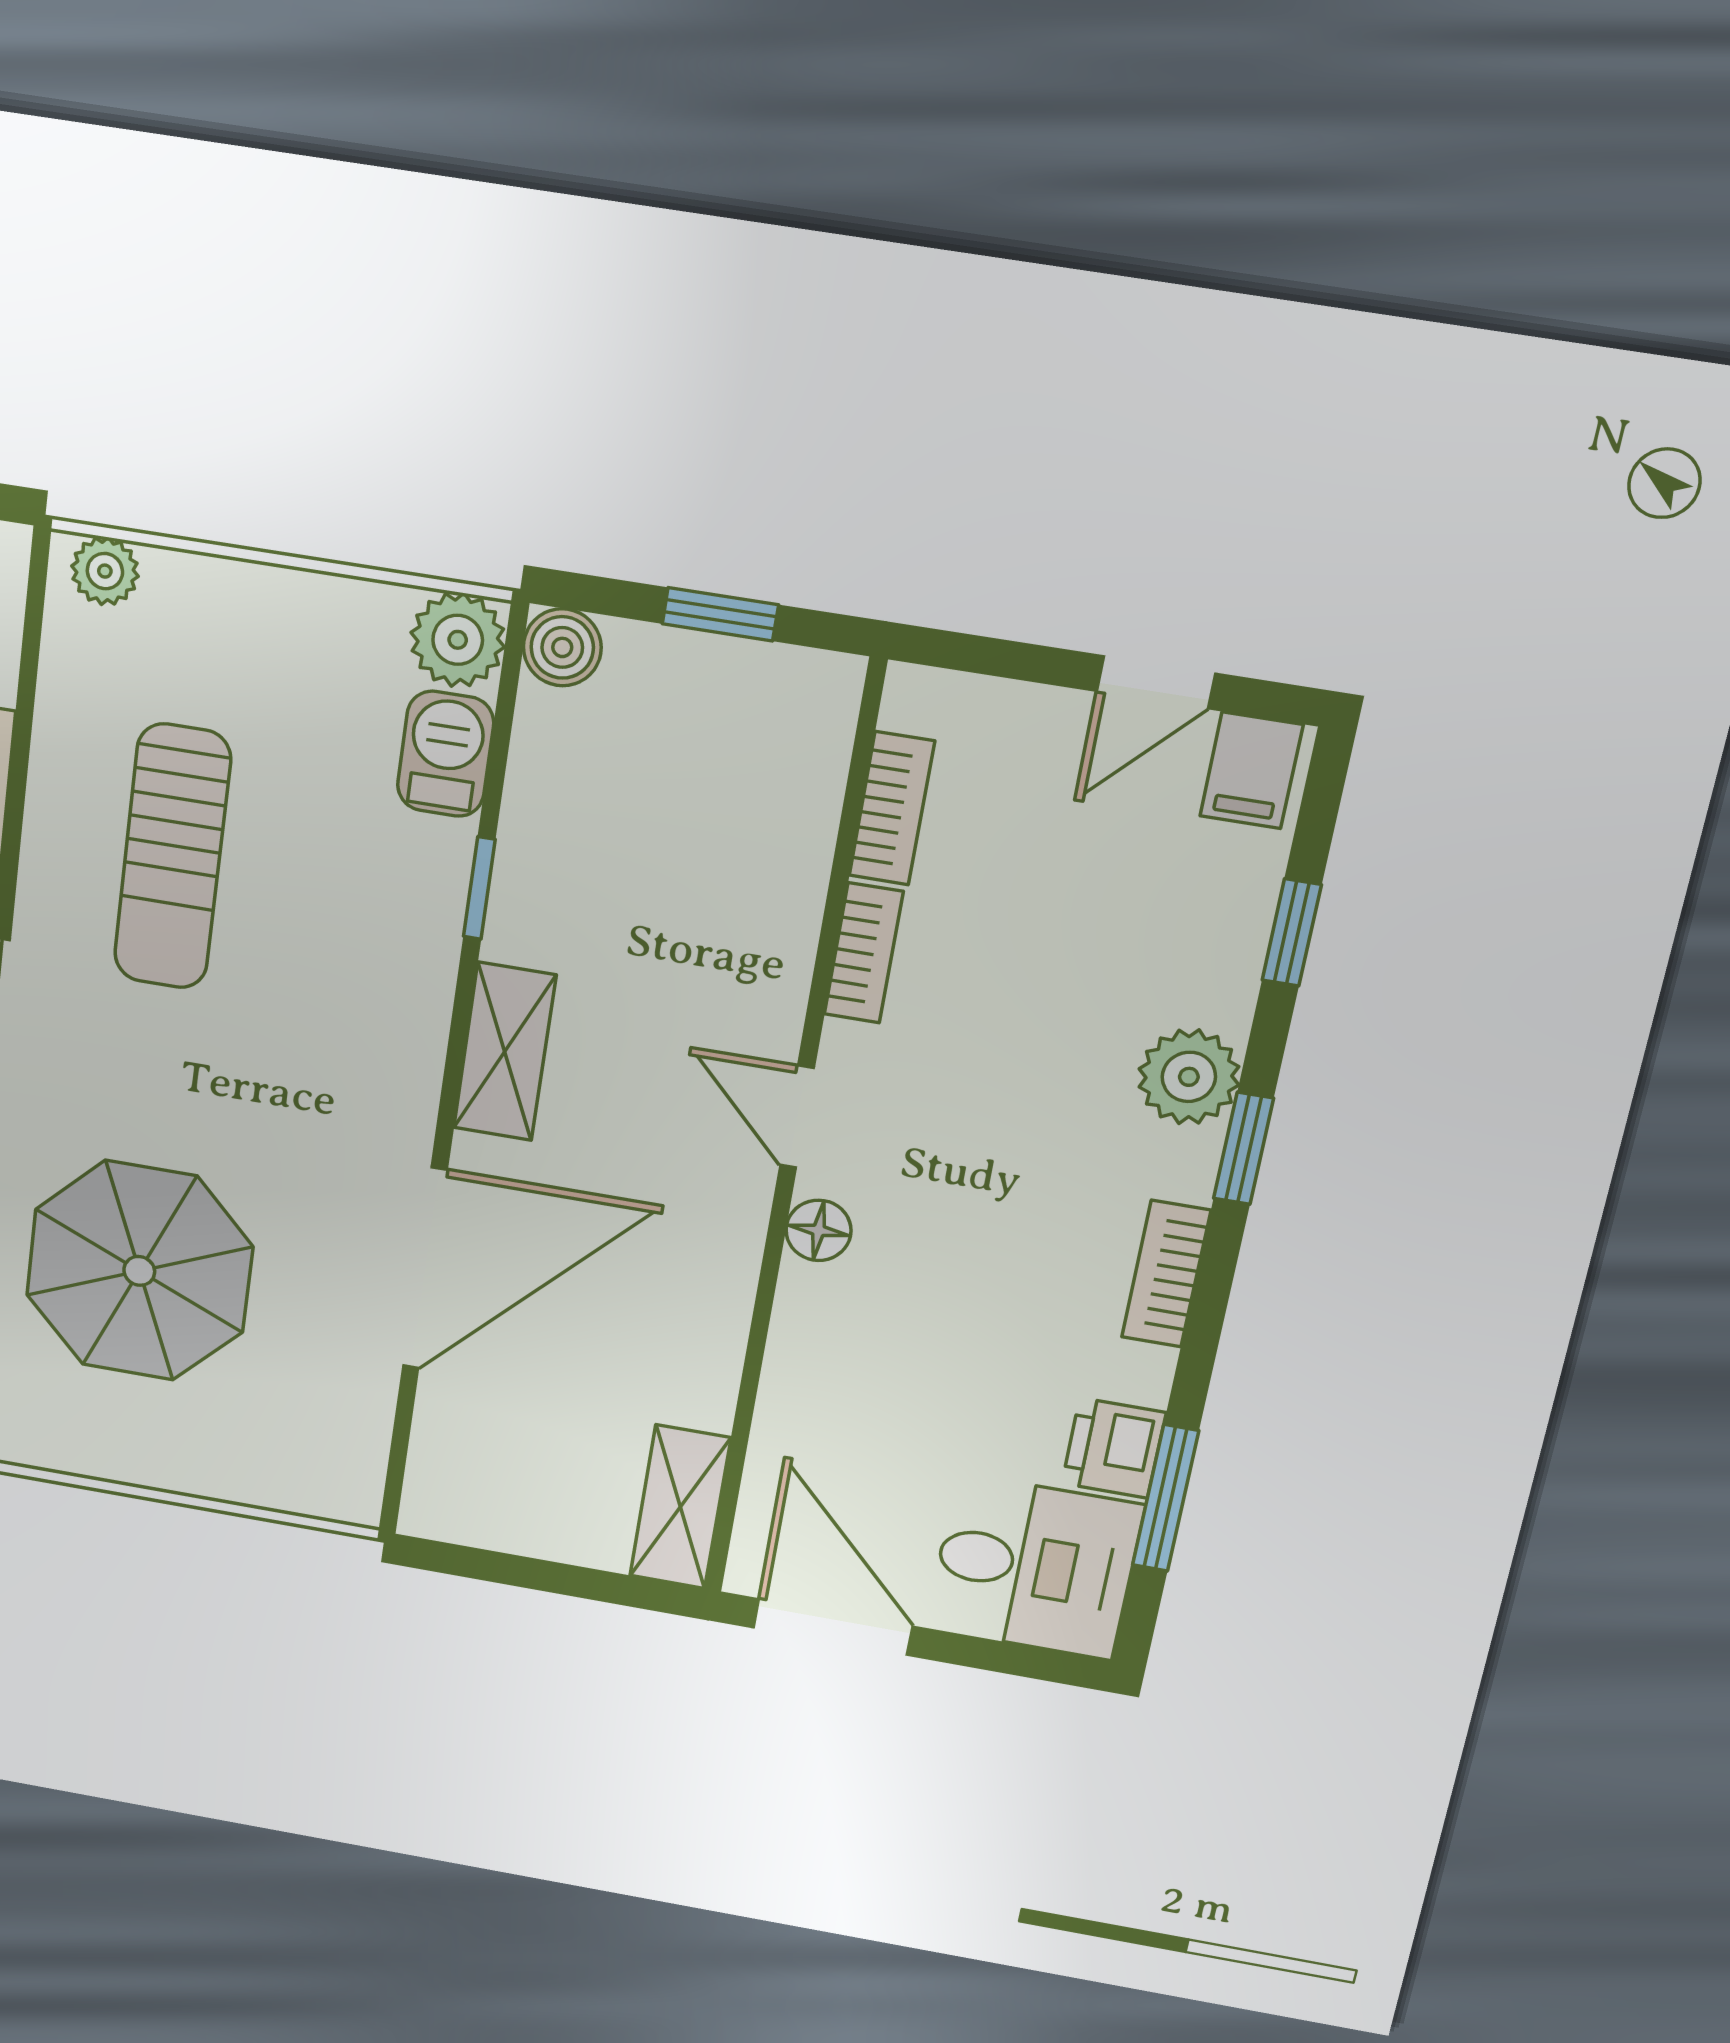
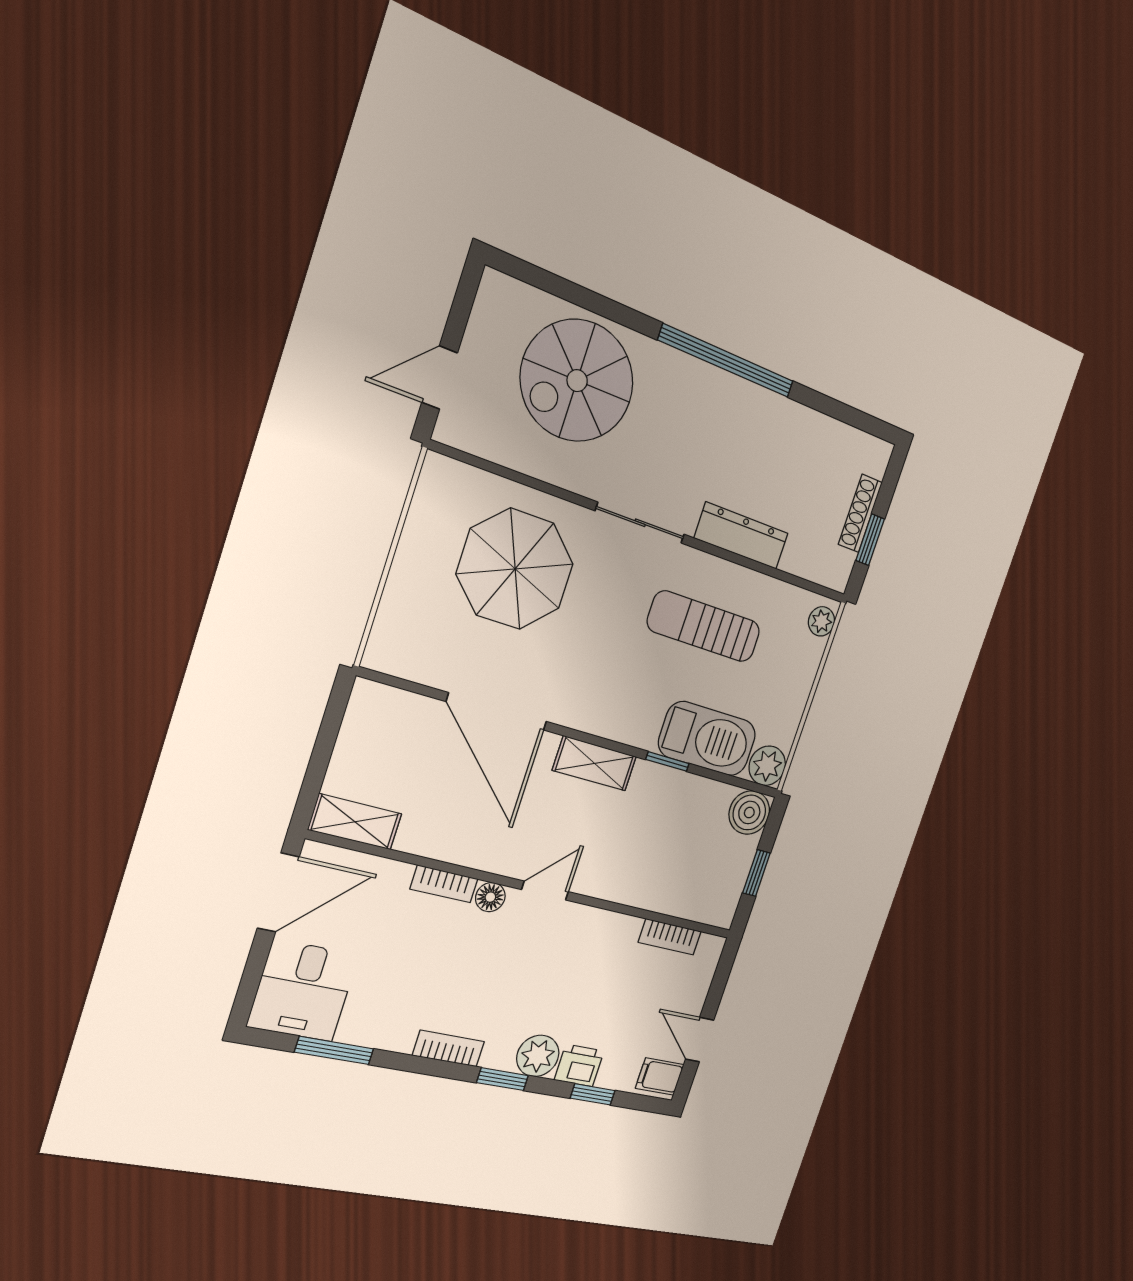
boiler: (562, 647) -> (749, 812), width x1.36, depth x1.36
barbecue: (445, 754) -> (707, 739), width x1.88, depth x1.53
bookcase: (864, 953) -> (444, 884), moved
printer: (1114, 1448) -> (579, 1066), moved

